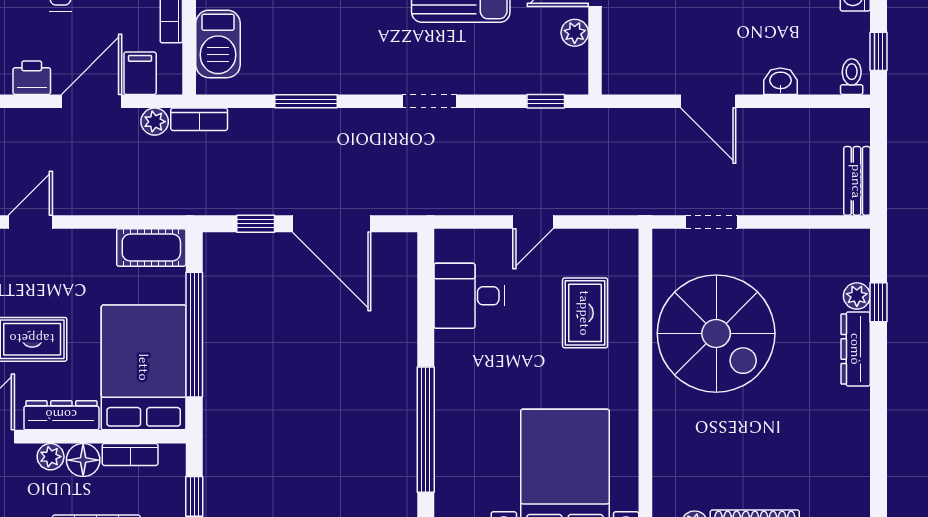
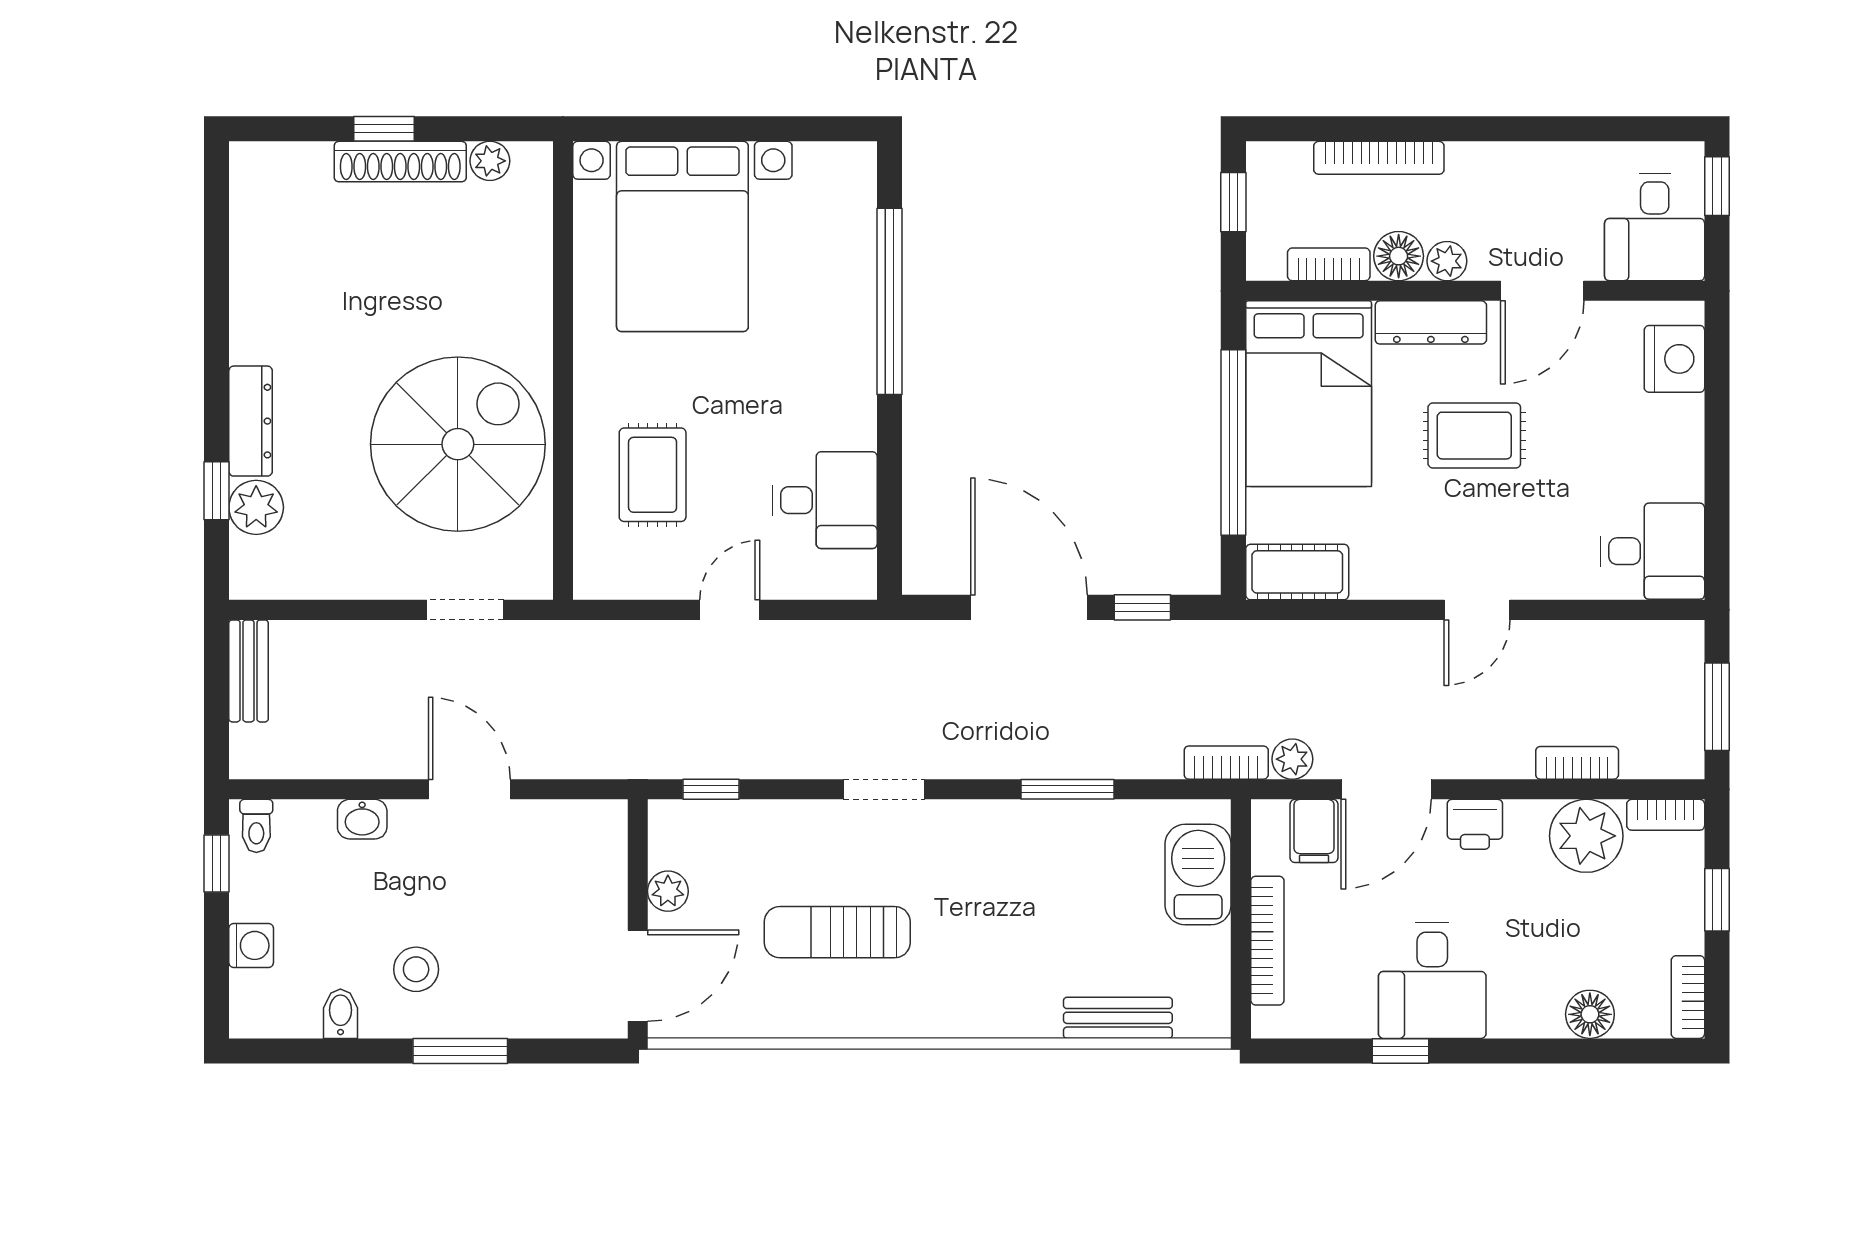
plant: (857, 296) -> (256, 507), width x1.38, depth x1.38
spiral stairs: (716, 334) -> (458, 444), turned 90

